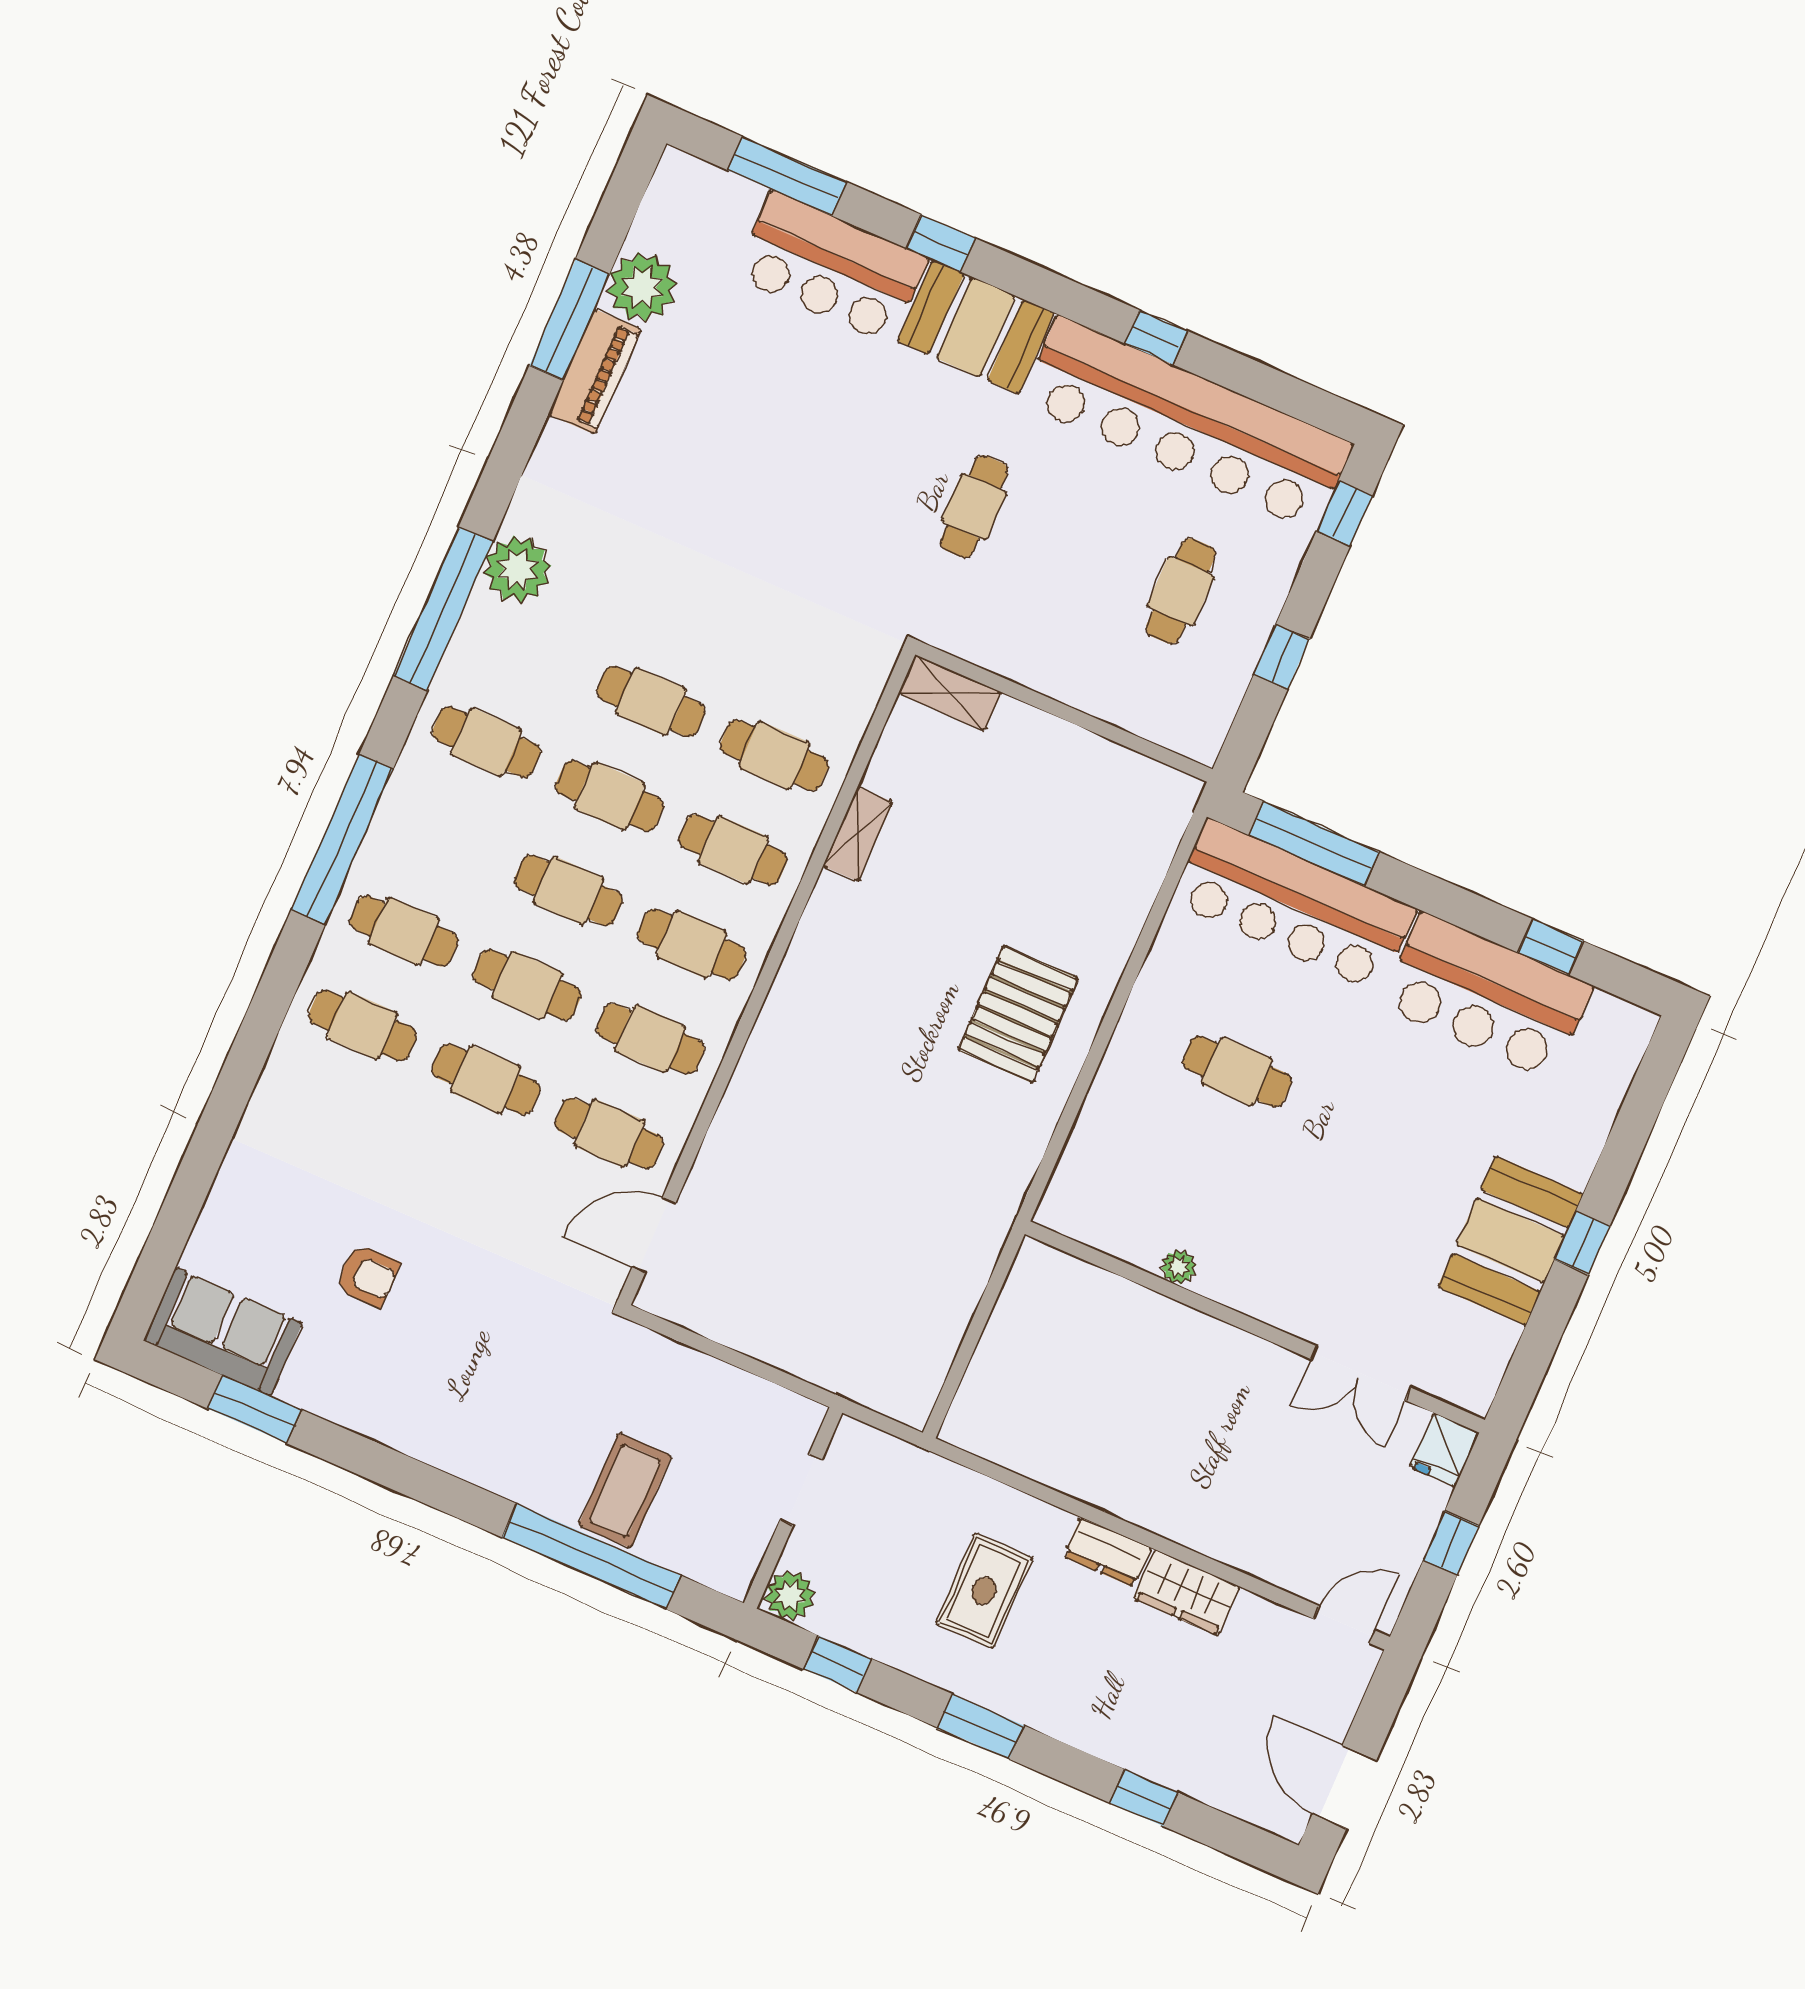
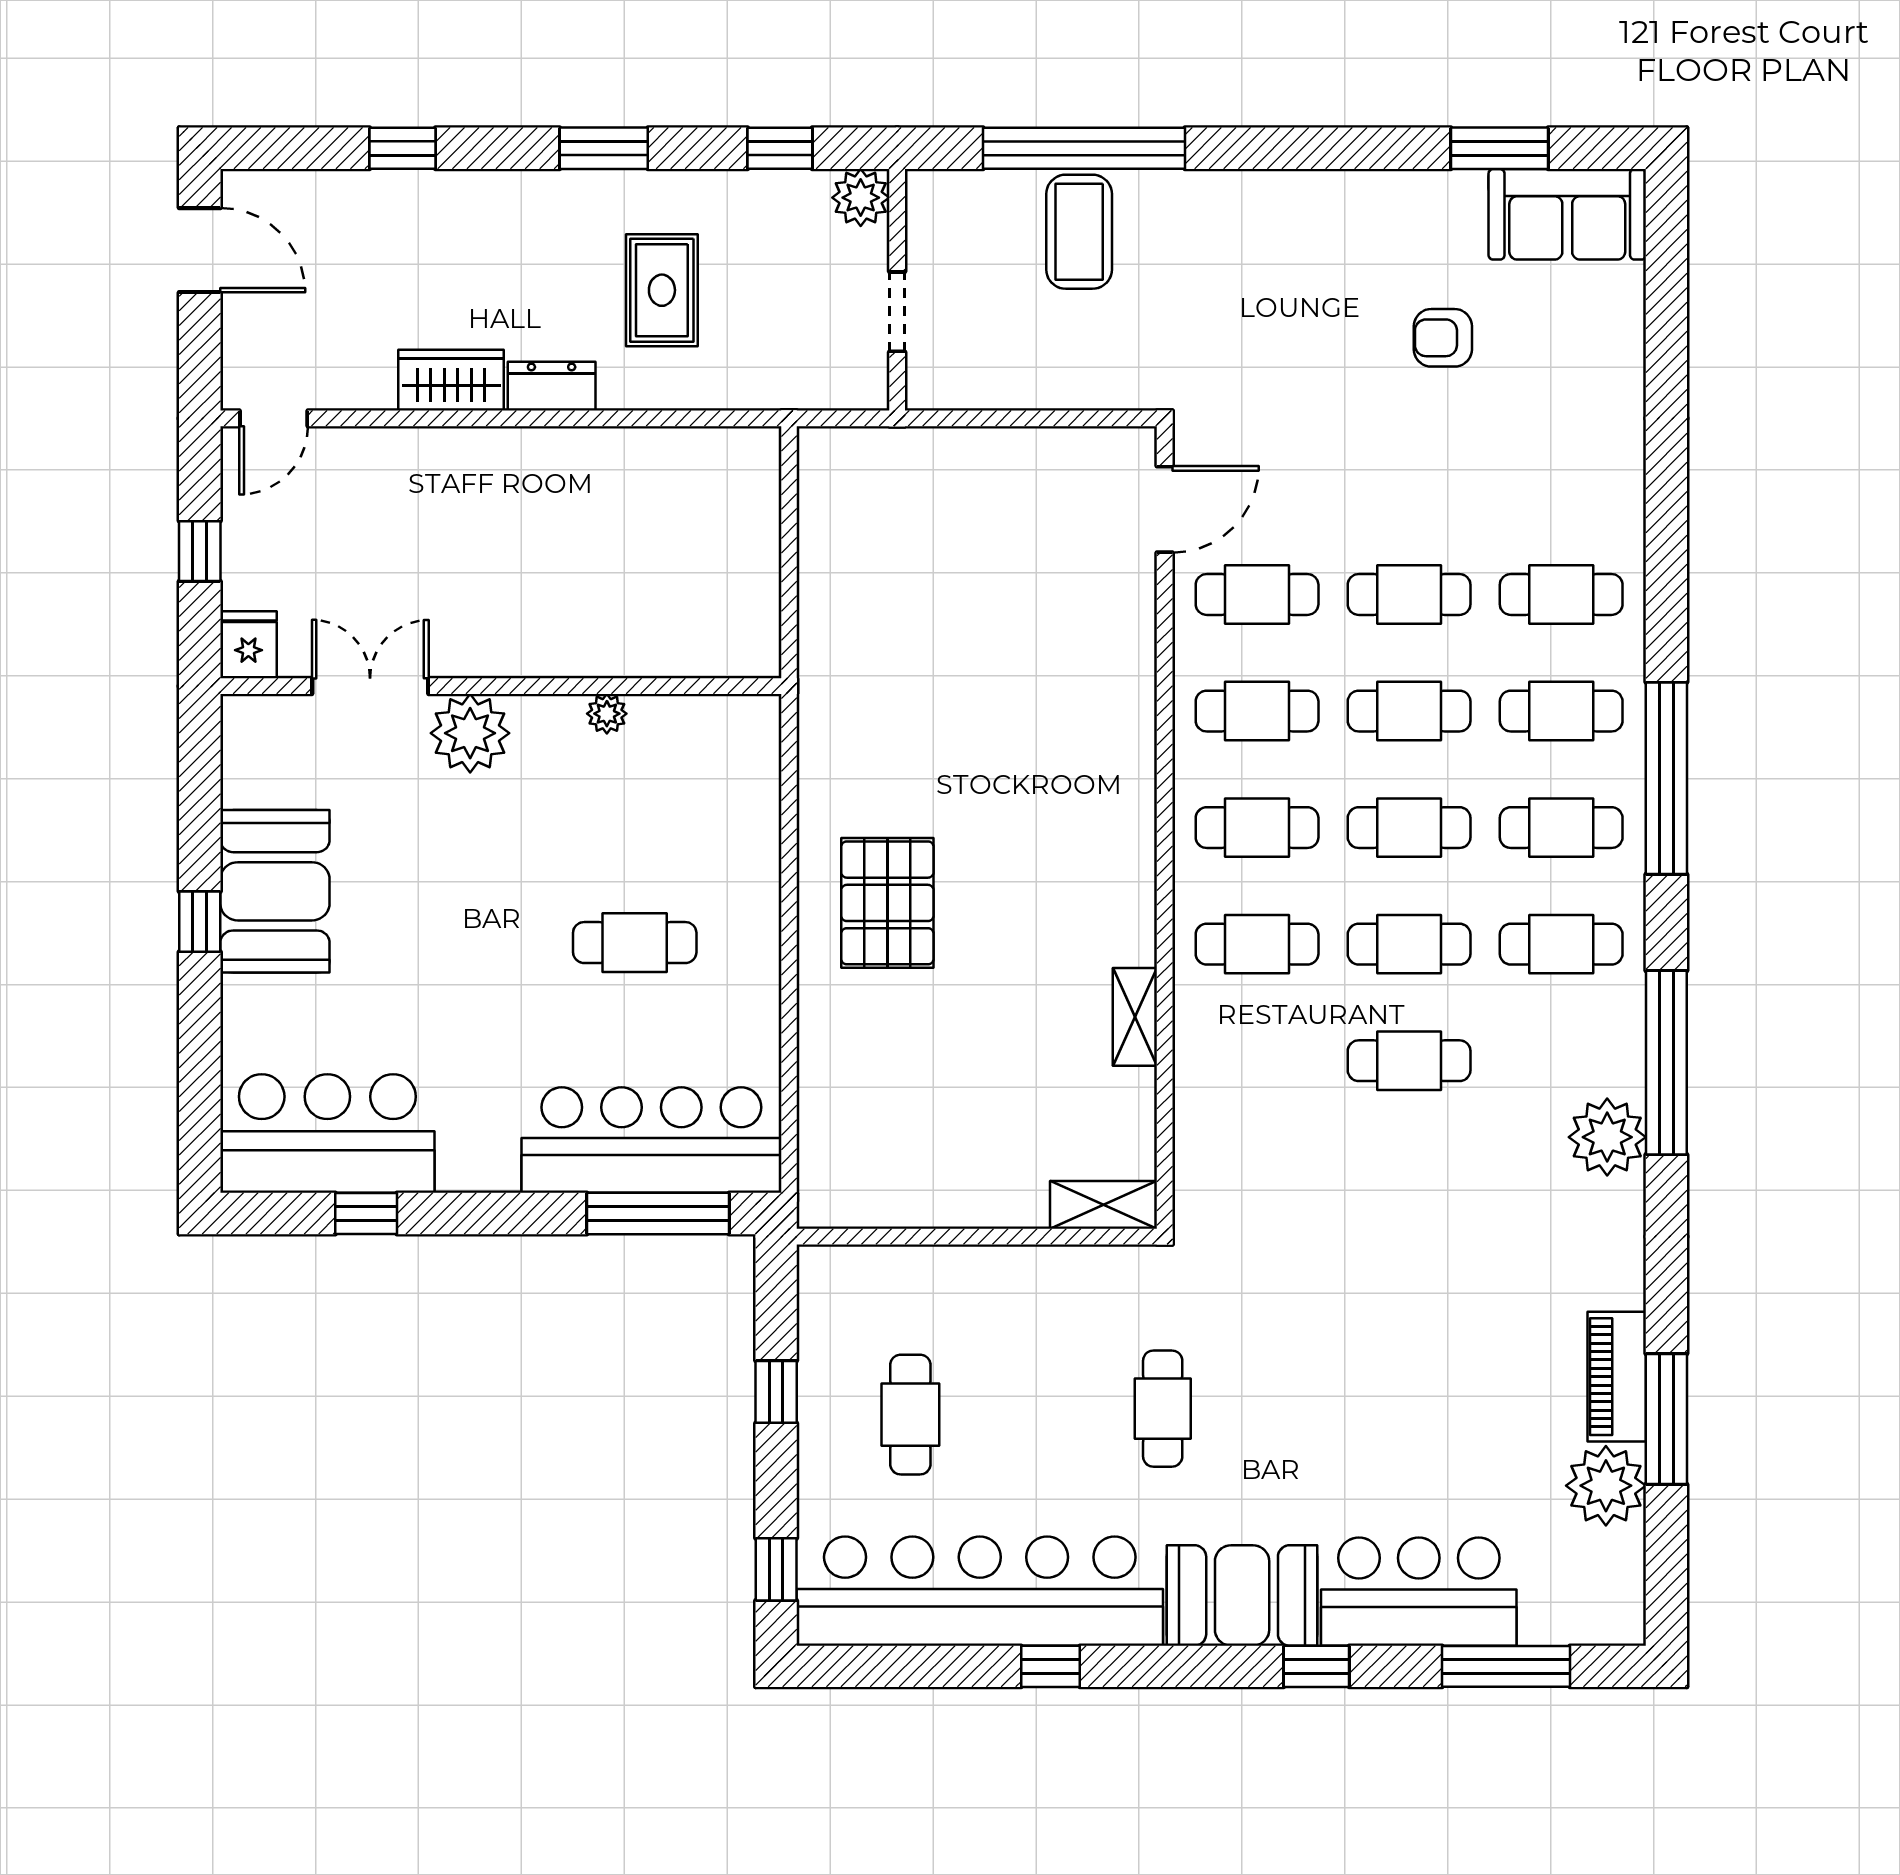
cafe table: (774, 755) -> (1561, 828), moved
bar counter: (1487, 996) -> (327, 1133), moved
plant: (1296, 1300) -> (470, 733), added

